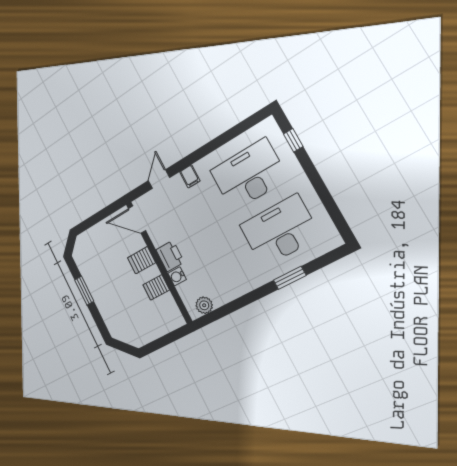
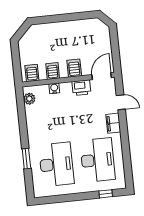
filing cabinet: (190, 176) -> (113, 123), width x2.00
printer: (170, 256) -> (81, 88), moved
window: (84, 291) -> (70, 17), removed
server rack: (170, 314) -> (32, 73), added

